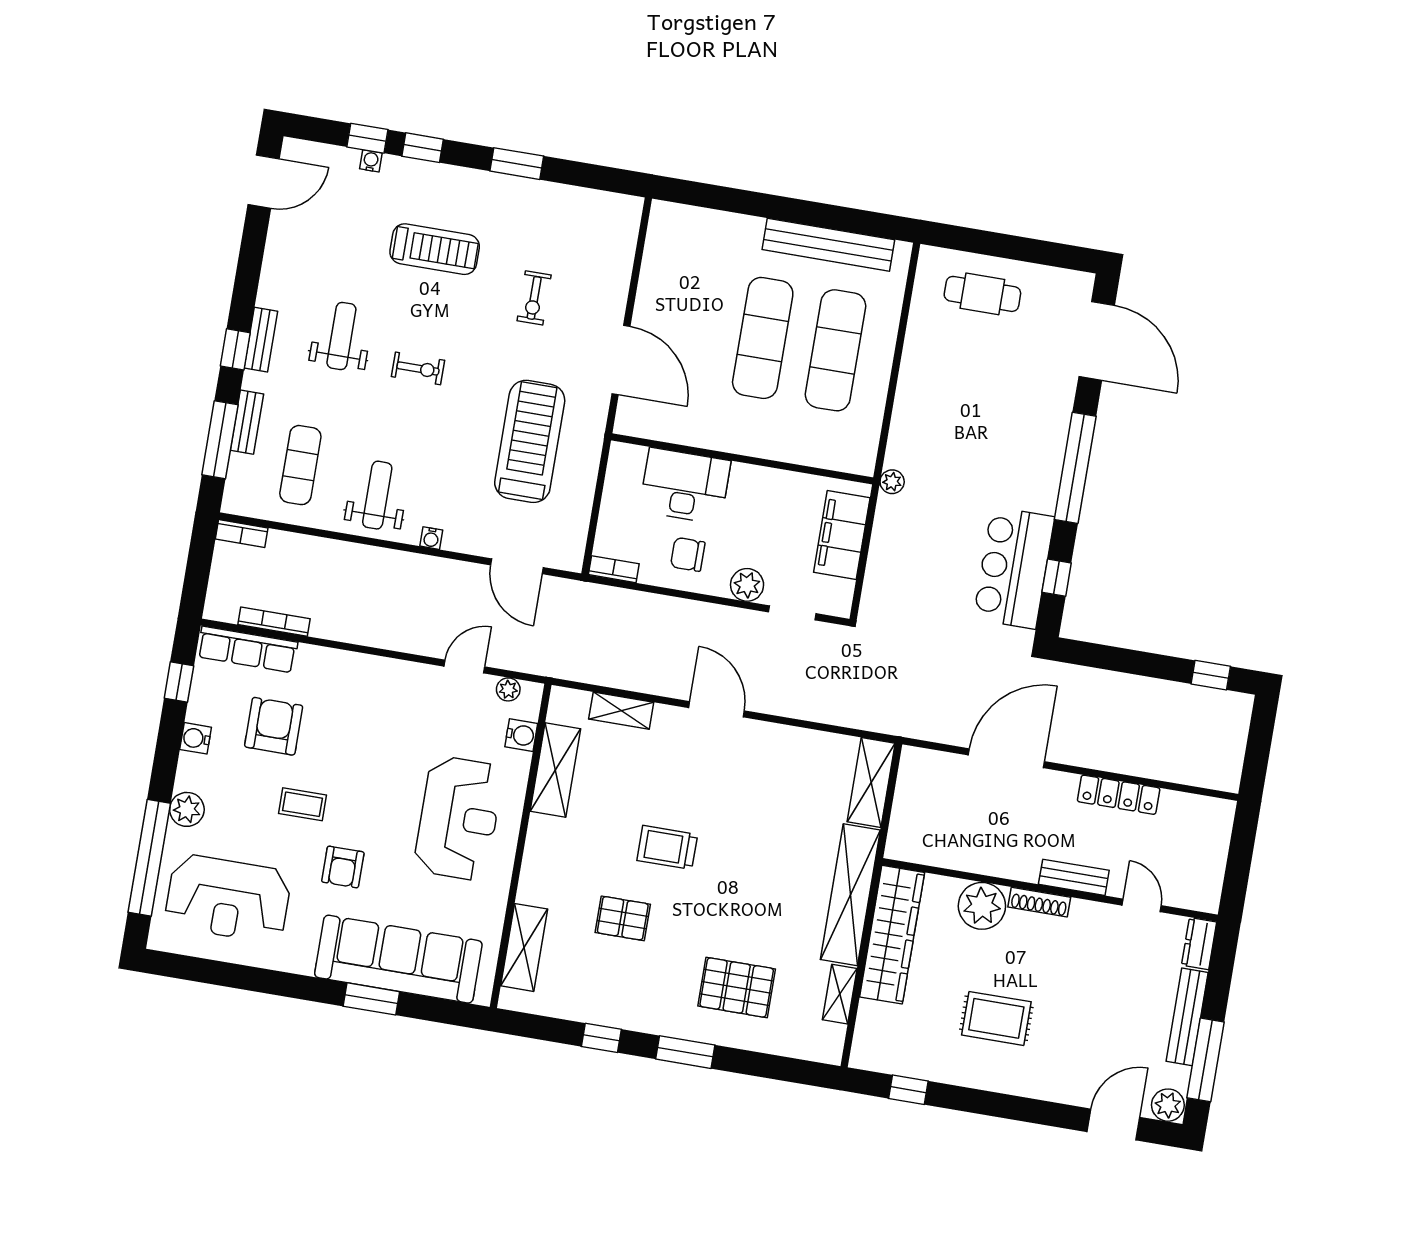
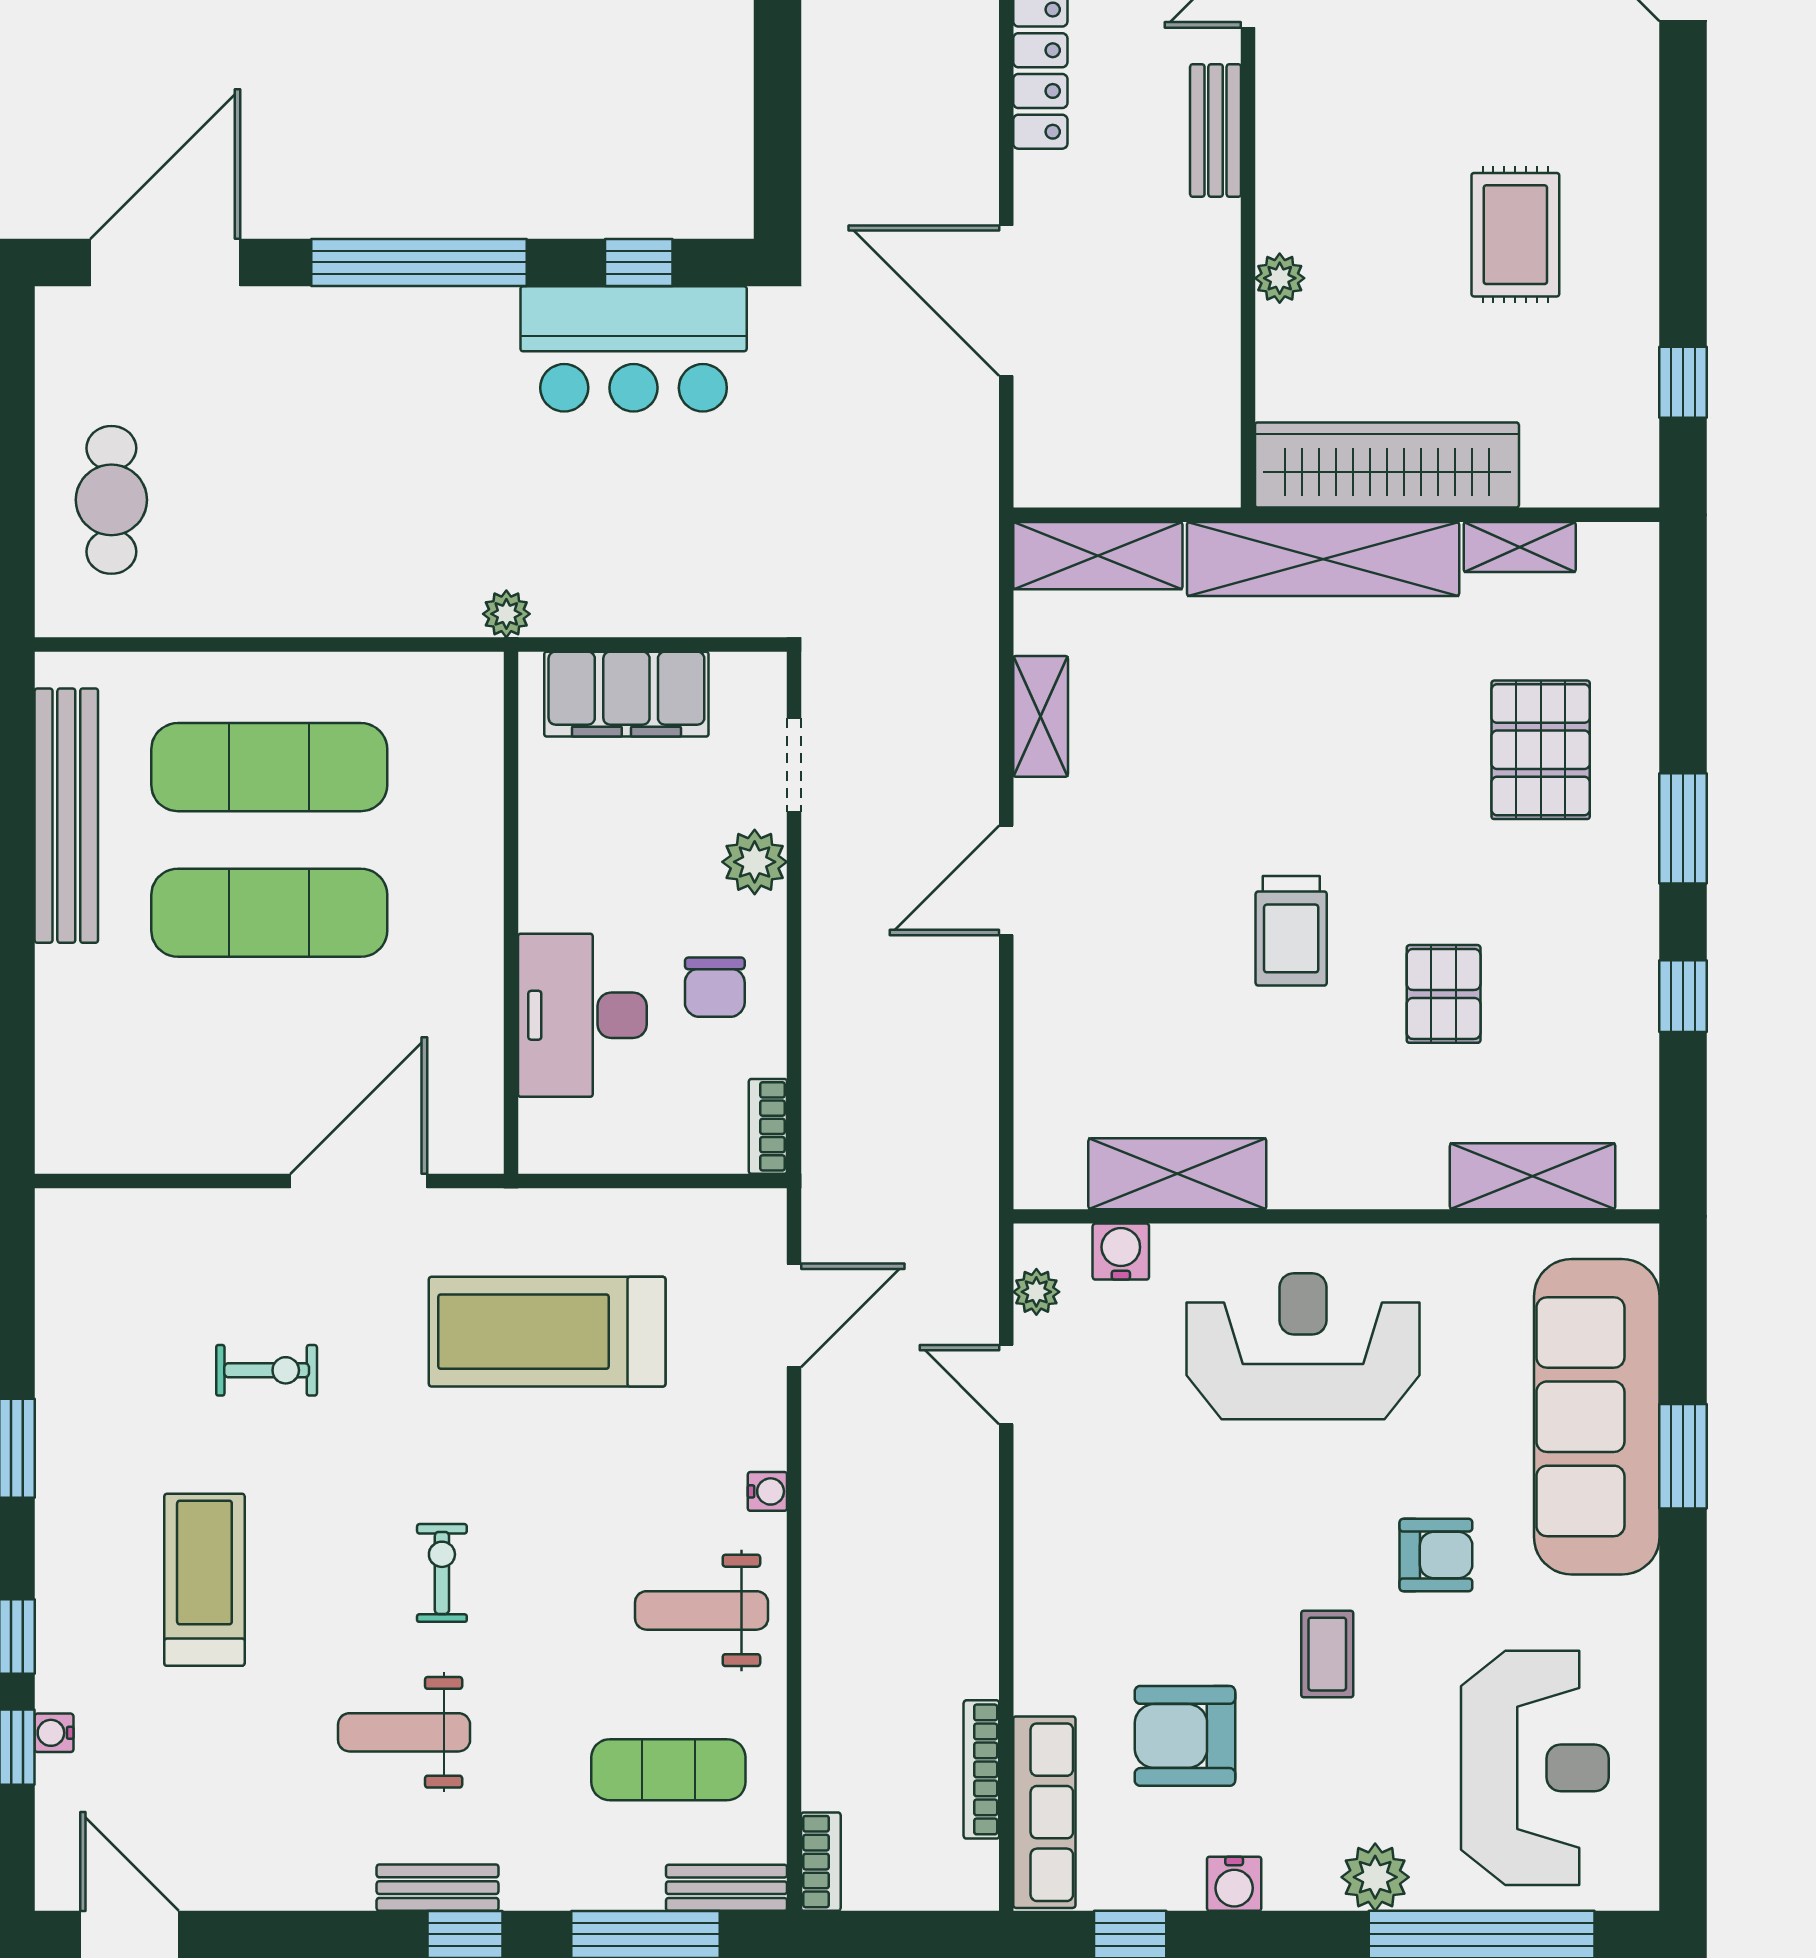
bench: (247, 422) -> (726, 1888), moved
shelving: (621, 711) -> (1041, 716), moved
shoe rack: (1039, 902) -> (1275, 190), removed
plant: (982, 906) -> (1280, 278), width x0.53, depth x0.53

